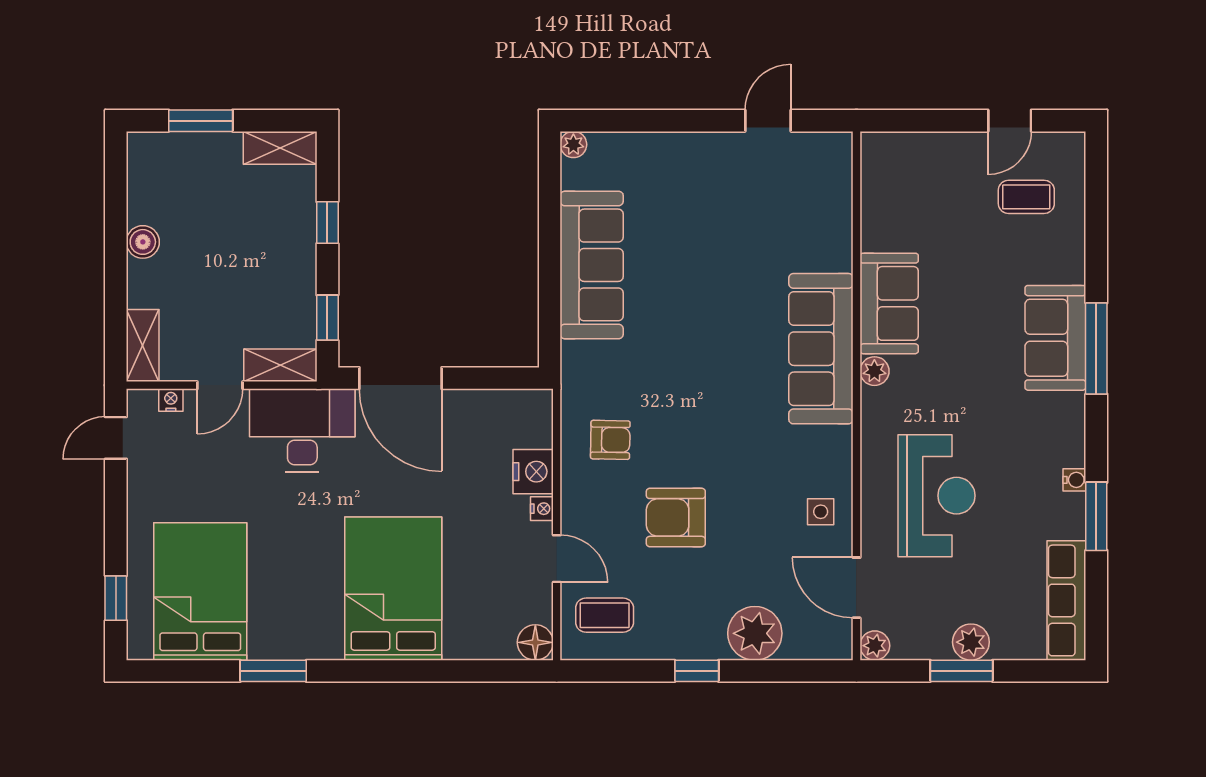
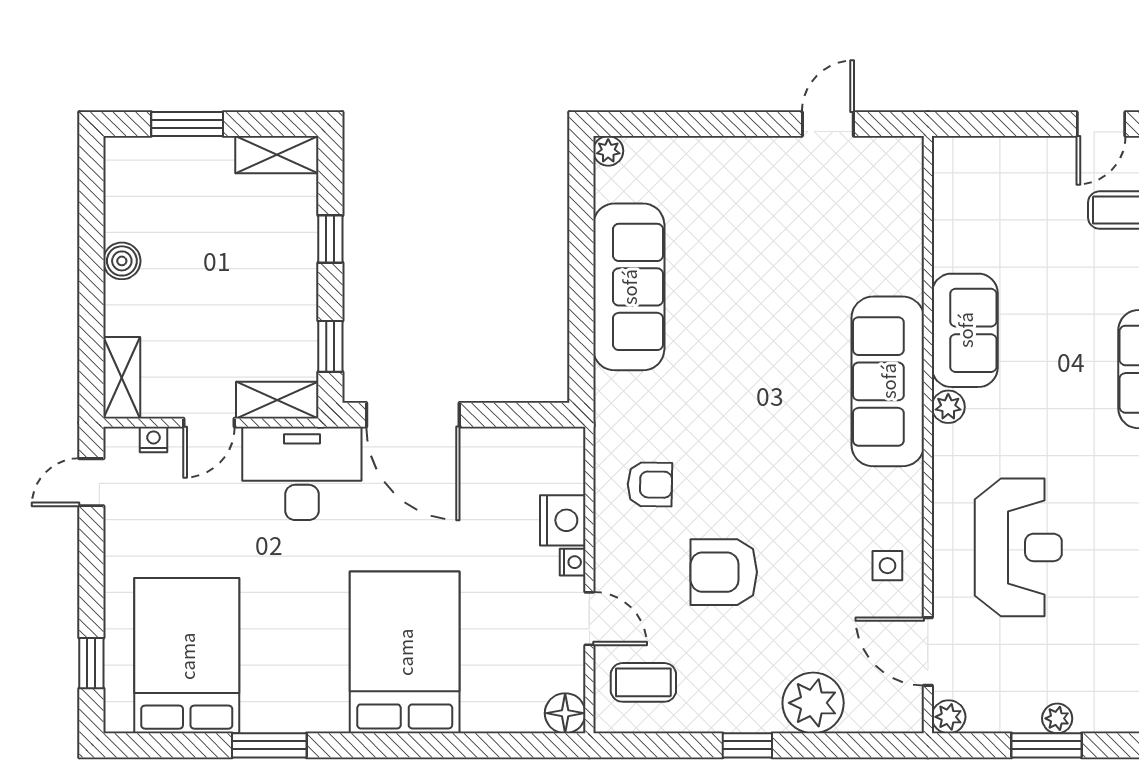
plant: (971, 642) -> (1057, 718), width x0.73, depth x0.73

